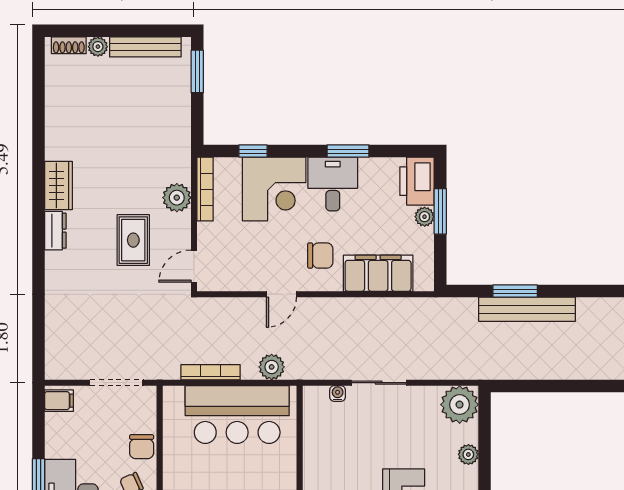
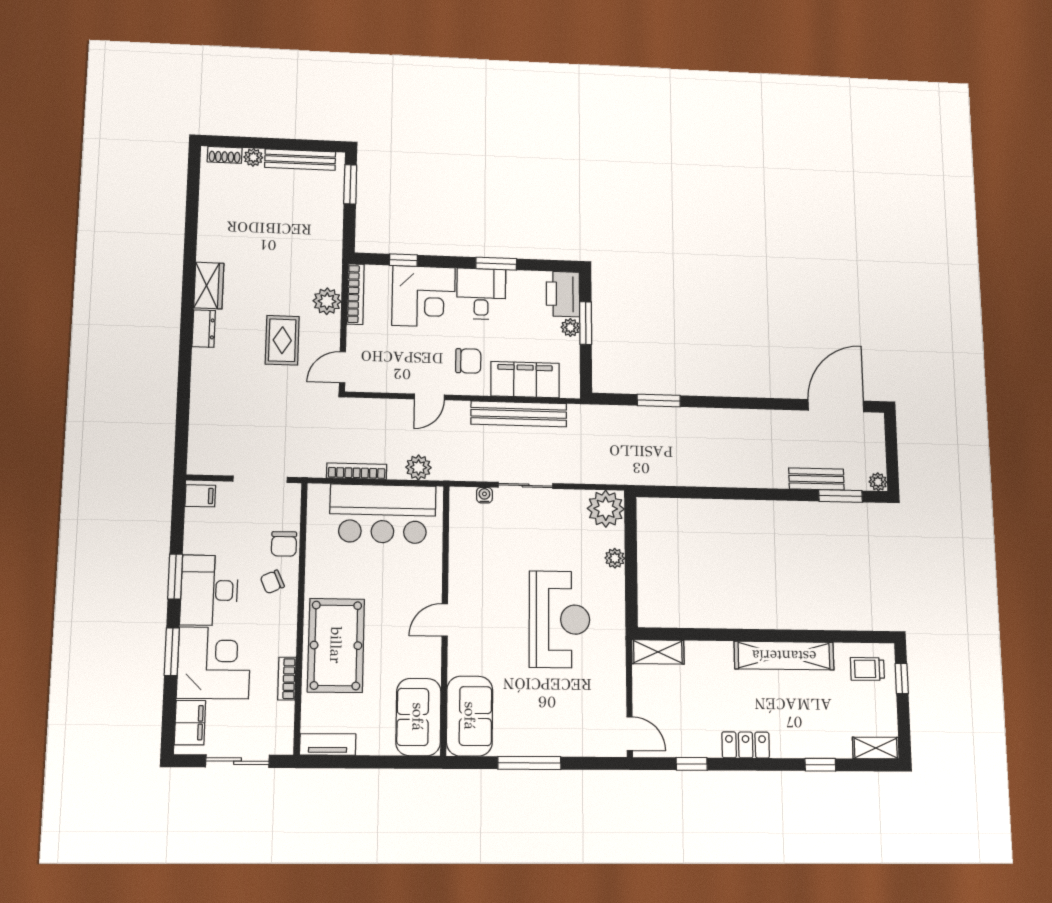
bench: (527, 309) -> (519, 414), moved

